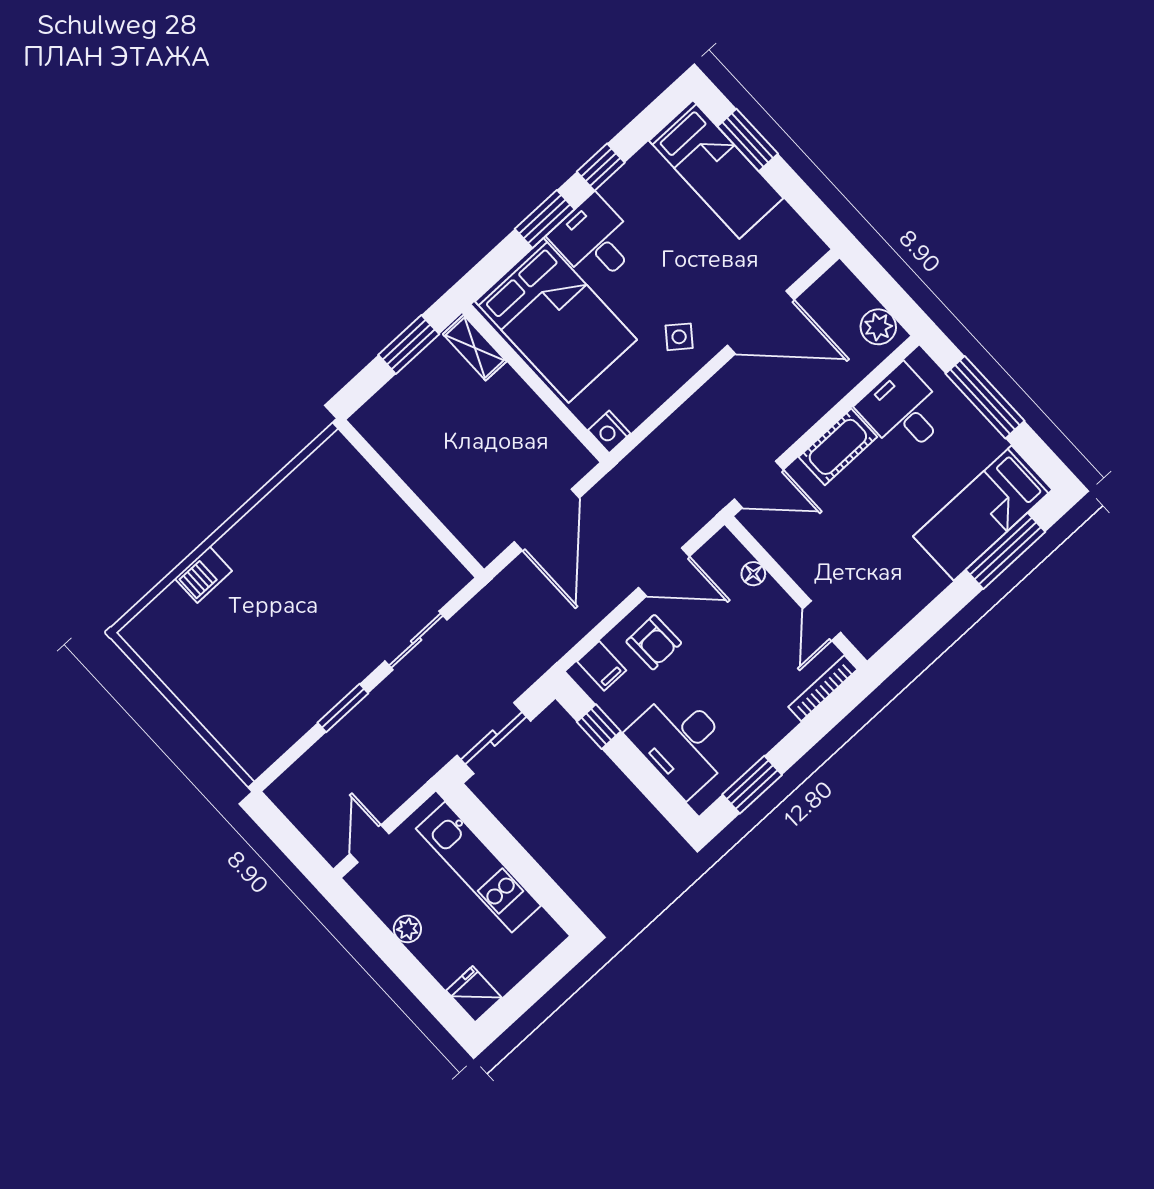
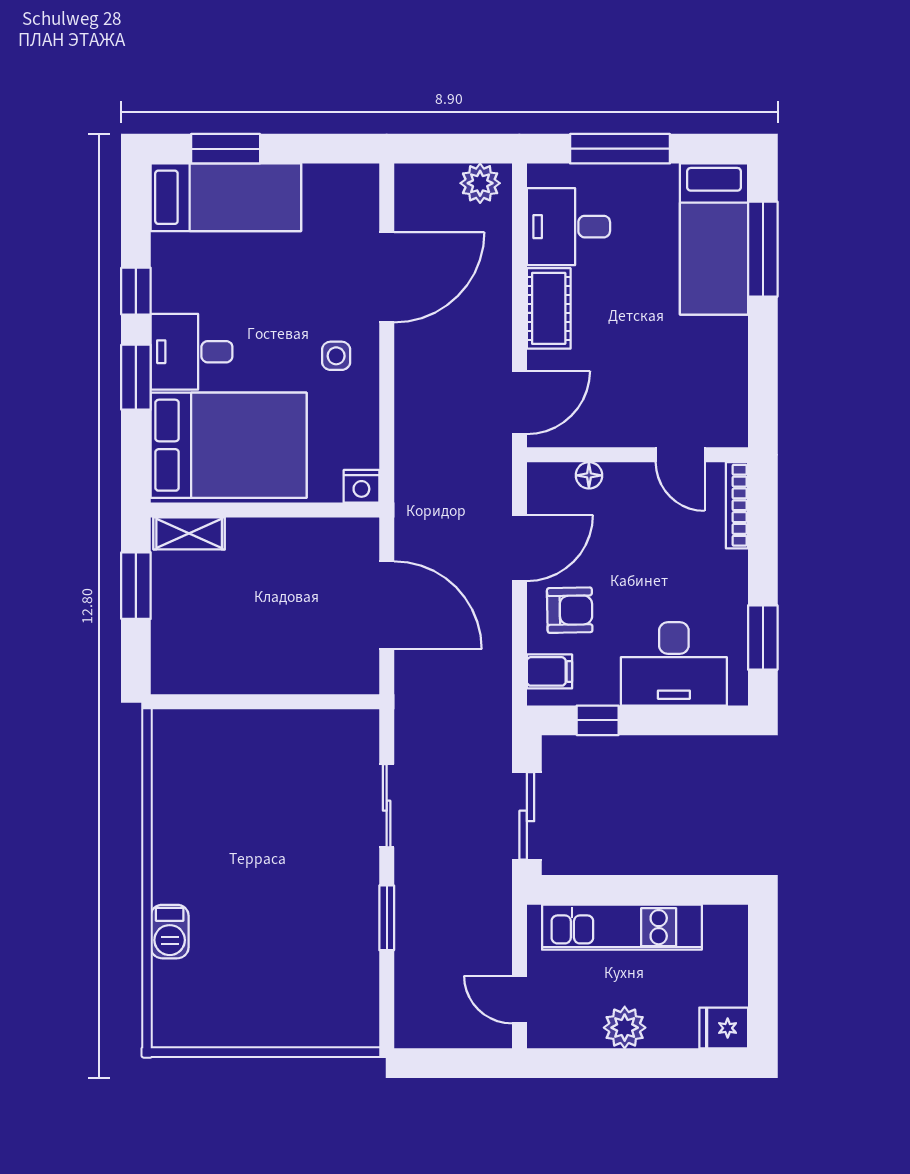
side table: (679, 337) -> (336, 356), turned -38
plant: (407, 929) -> (625, 1028), width x1.38, depth x1.38

